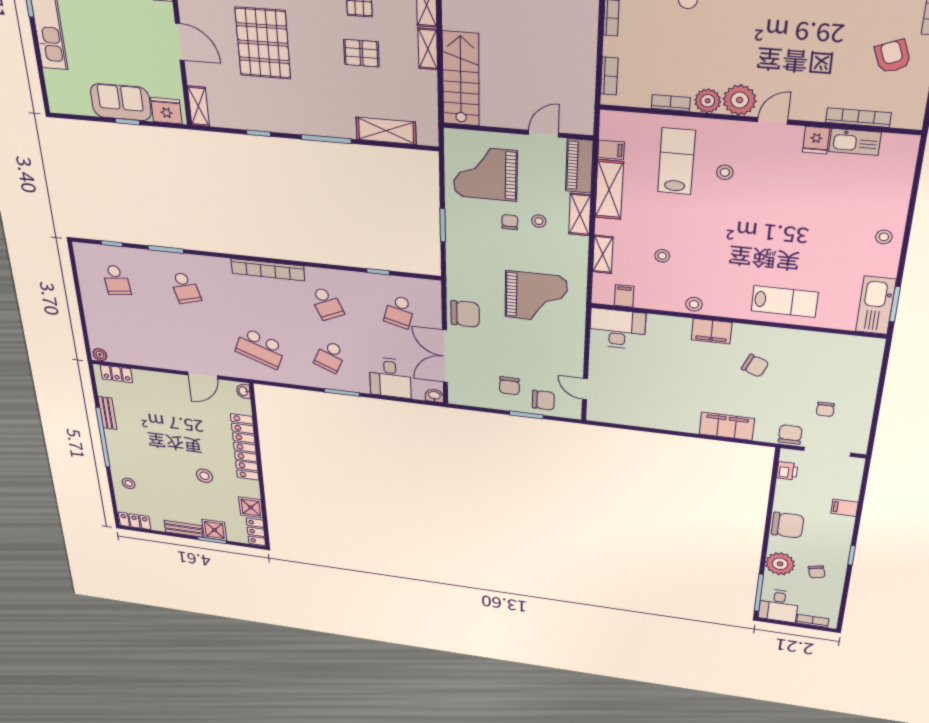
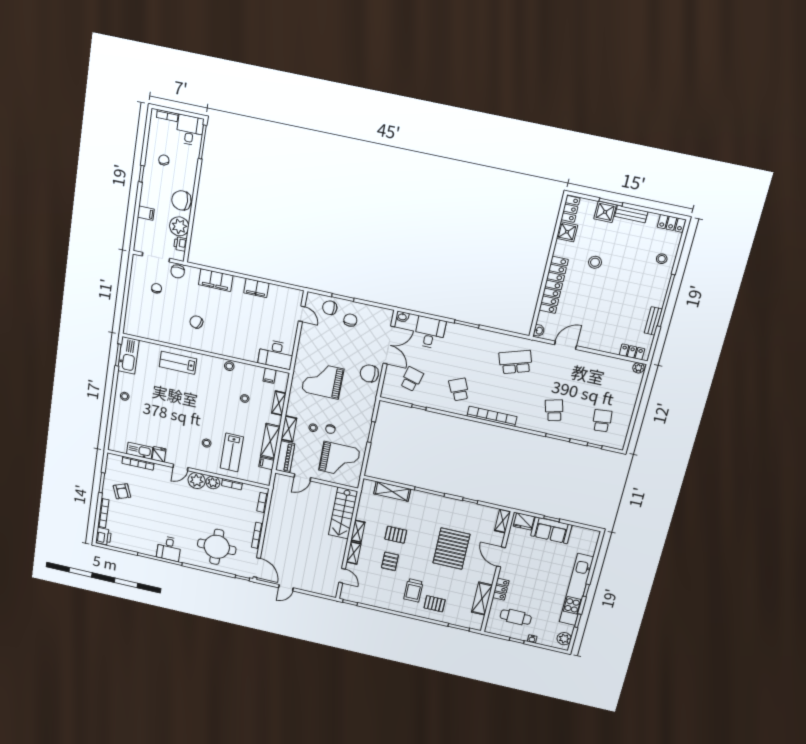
filing cabinet: (712, 331) -> (256, 288), moved, turned 180
school desk: (260, 348) -> (515, 362), turned -39
school desk: (330, 357) -> (467, 352), removed
plant: (780, 564) -> (179, 226), moved

